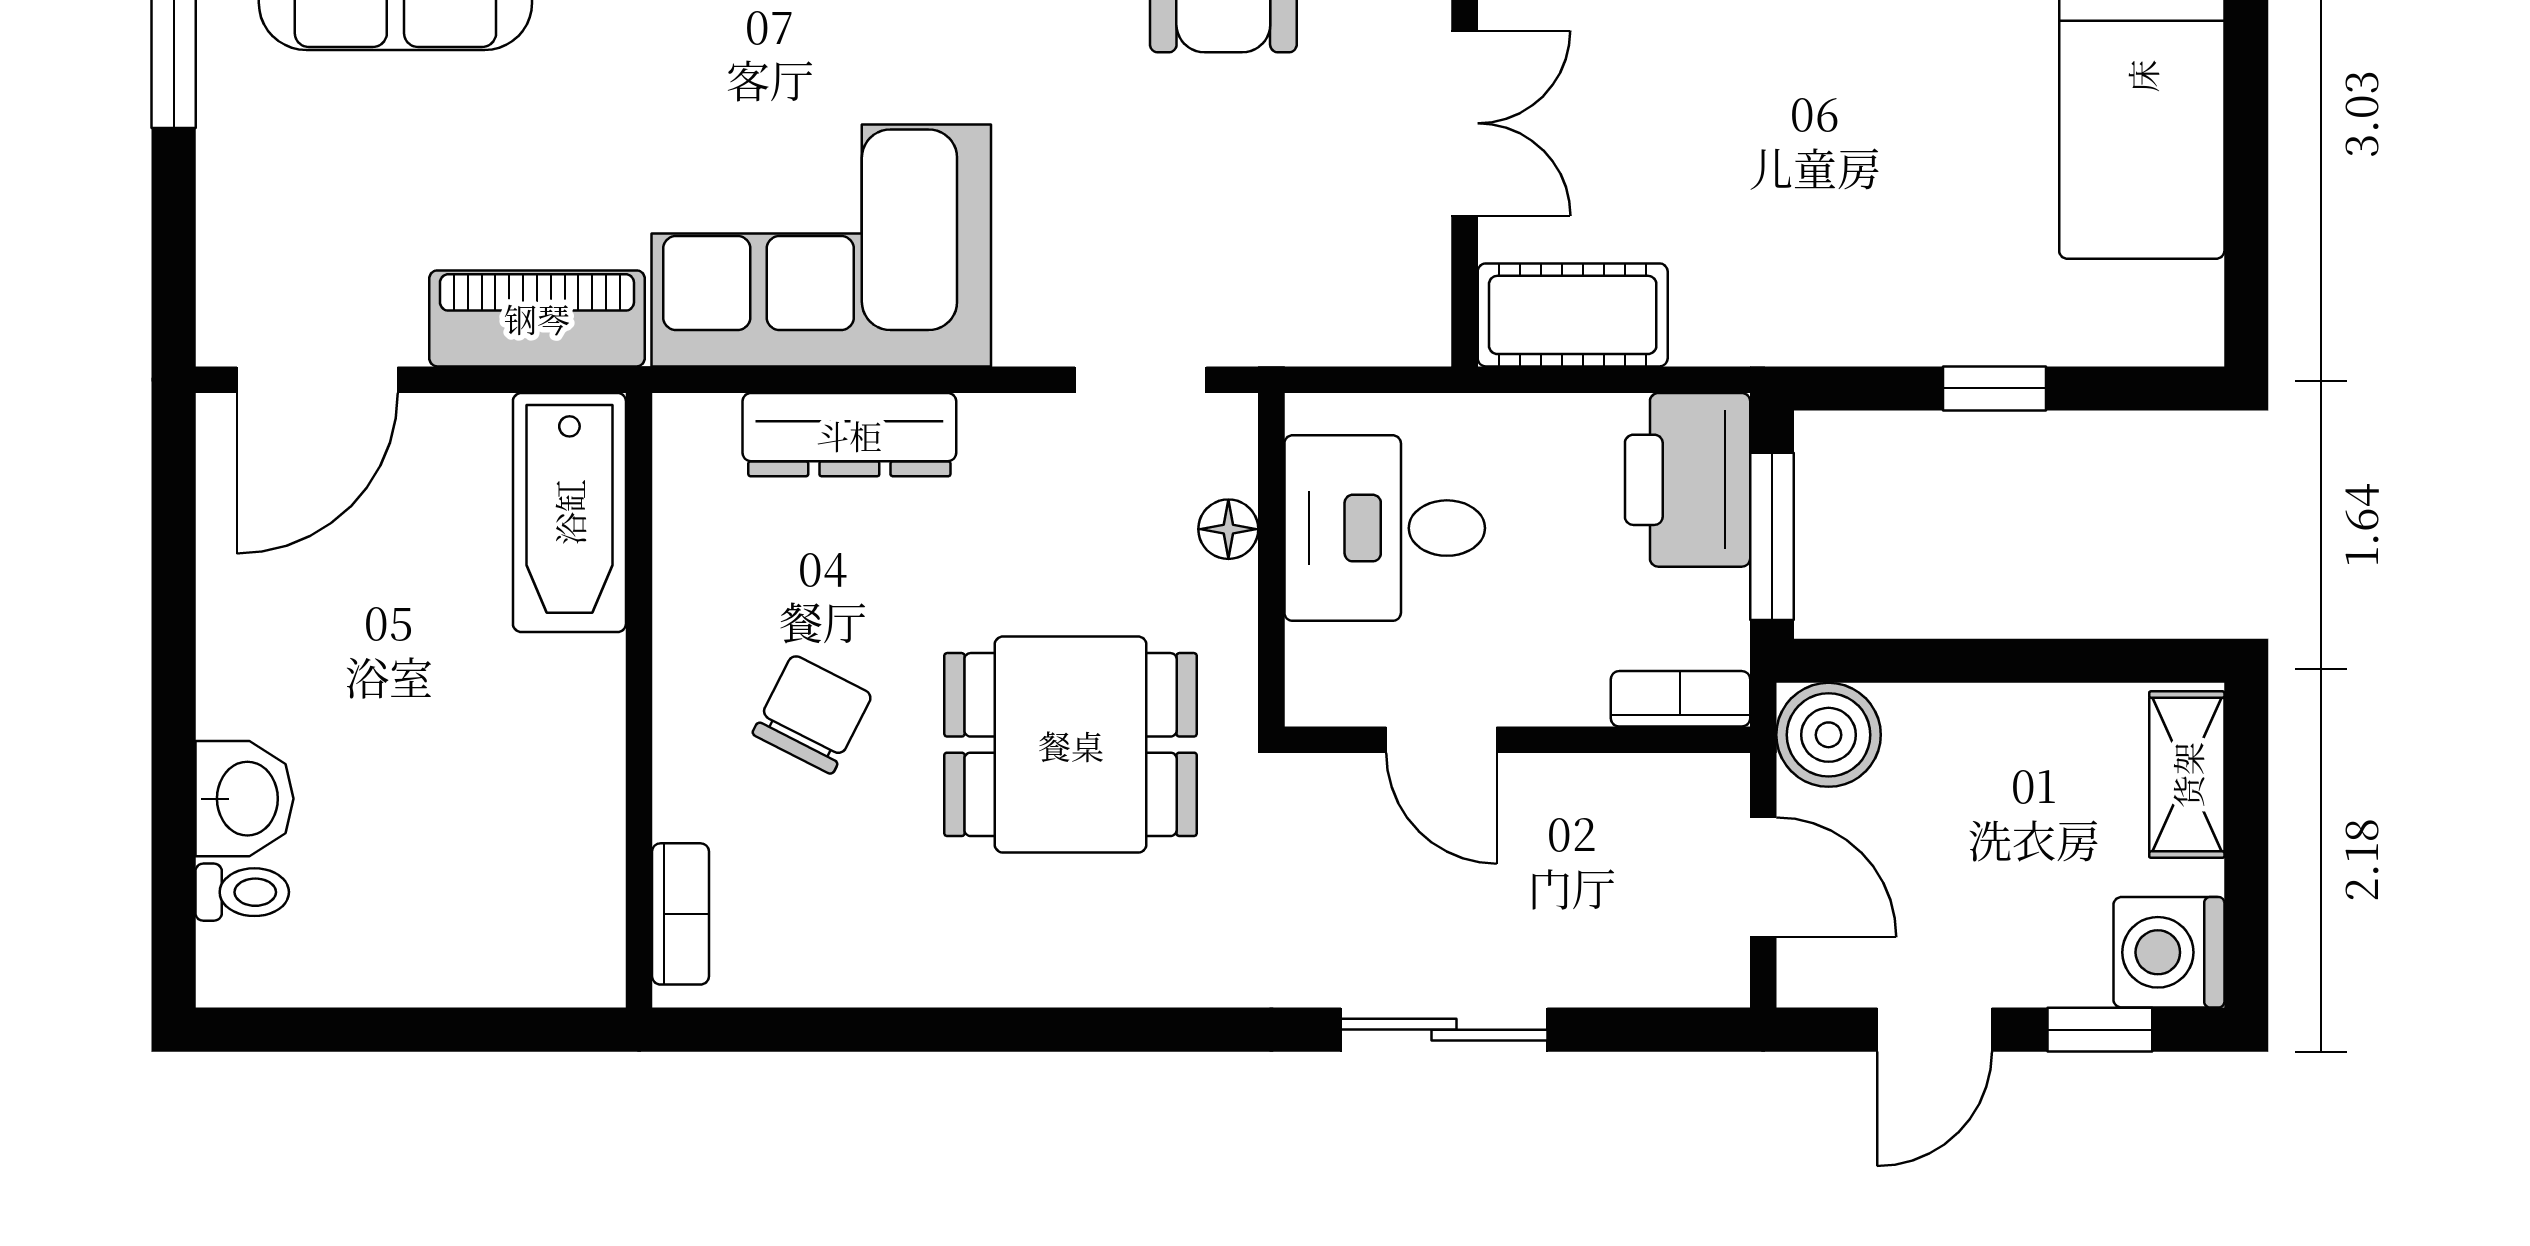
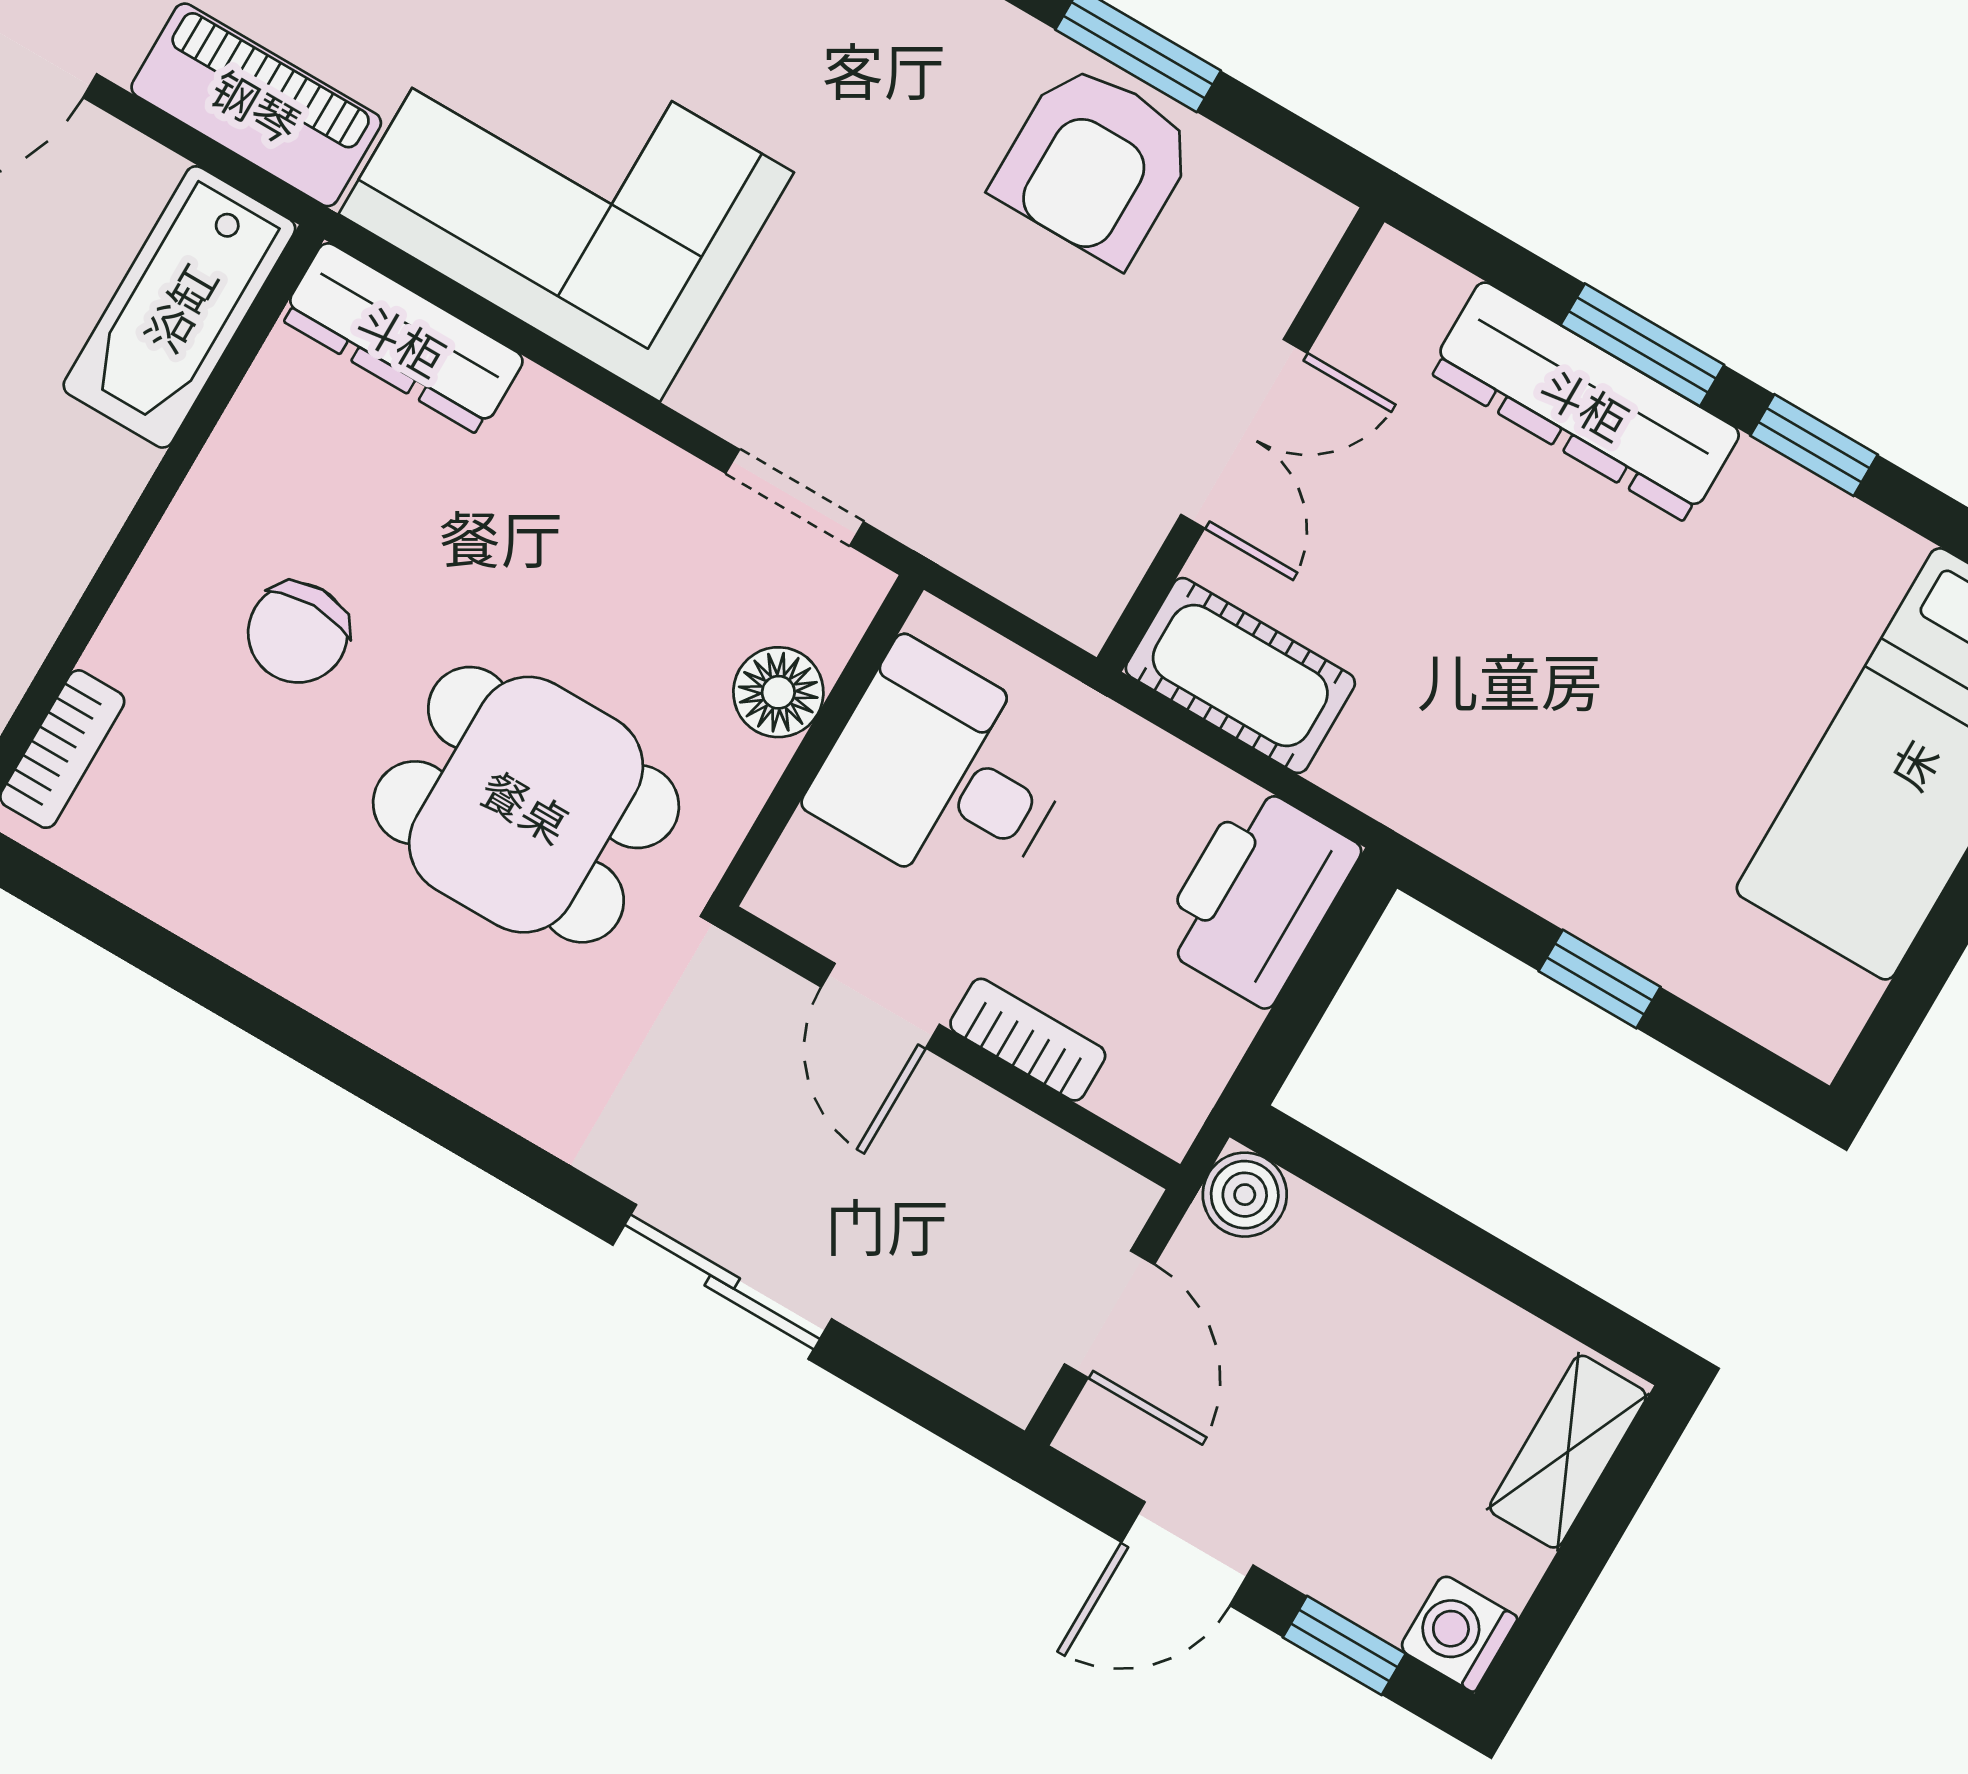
dresser: (849, 435) -> (402, 338), moved
floor lamp: (1228, 529) -> (778, 692), width x1.37, depth x1.37
window: (1772, 536) -> (1307, 996), removed
bookcase: (1680, 699) -> (1028, 1040), moved
chair: (812, 714) -> (298, 633), turned 153
boiler: (1829, 735) -> (1245, 1195), width x0.73, depth x0.73
washing machine: (2169, 952) -> (1459, 1633), width x0.73, depth x0.73

